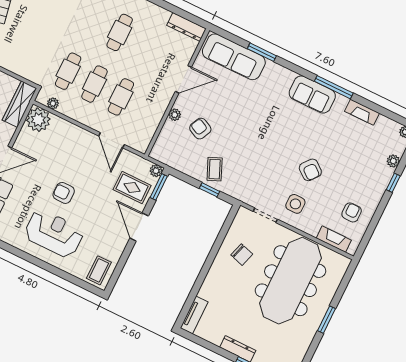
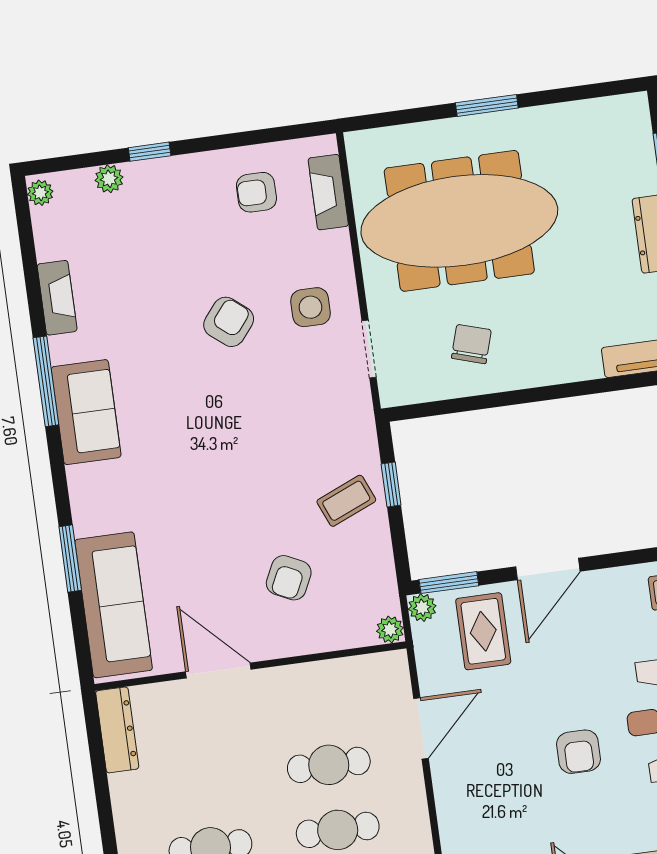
plant: (175, 115) -> (390, 630), moved

